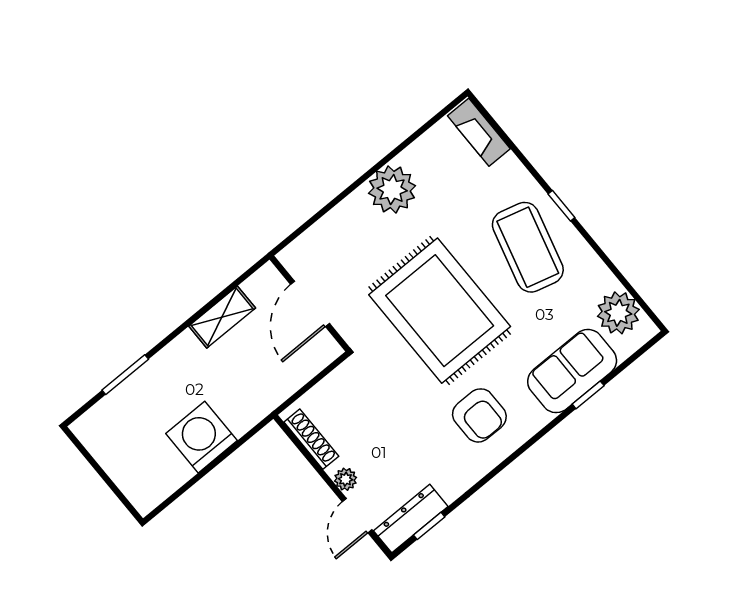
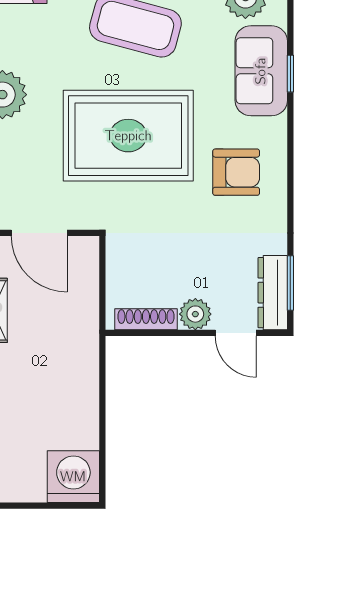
washing machine: (202, 437) -> (73, 477), moved, turned 90
plant: (346, 479) -> (195, 314), width x1.38, depth x1.38
window: (429, 526) -> (290, 283), width x1.50

